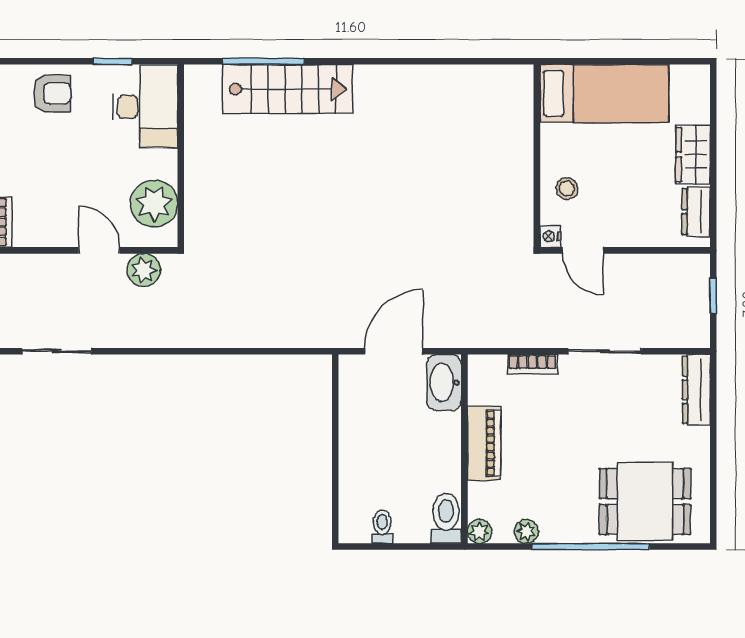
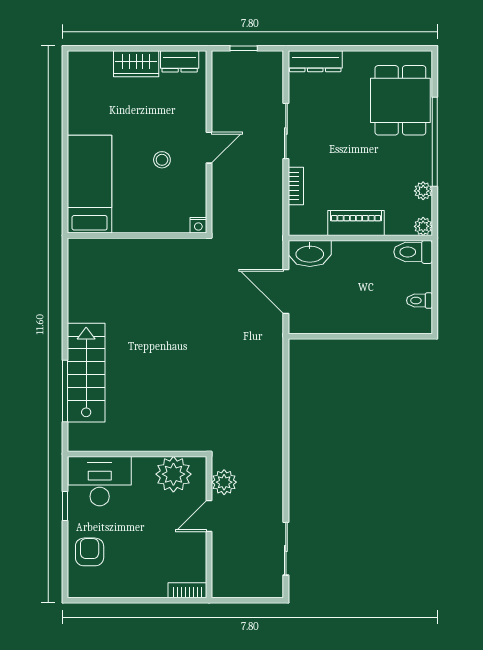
bed: (604, 93) -> (90, 184), moved
wall: (537, 156) -> (137, 236), moved
nightstand: (550, 236) -> (198, 225), moved

